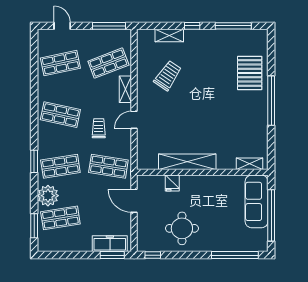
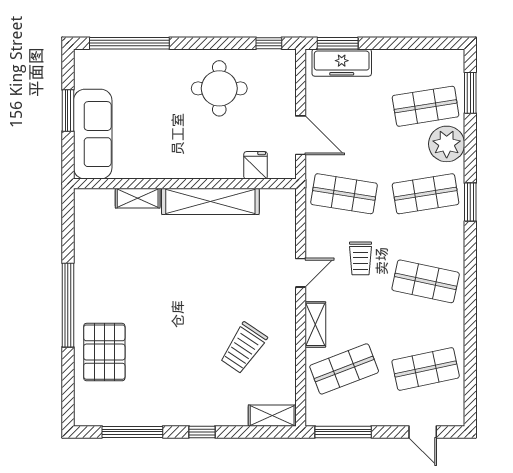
shelving: (169, 36) -> (272, 416), moved
shelving: (249, 164) -> (138, 198), moved
fridge: (172, 183) -> (256, 165), moved
window: (271, 215) -> (68, 110), width x0.47

